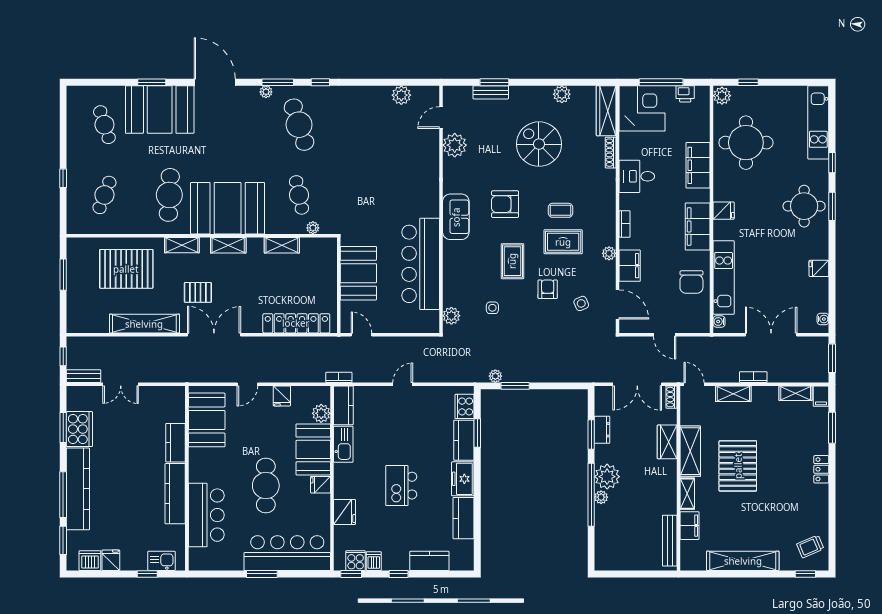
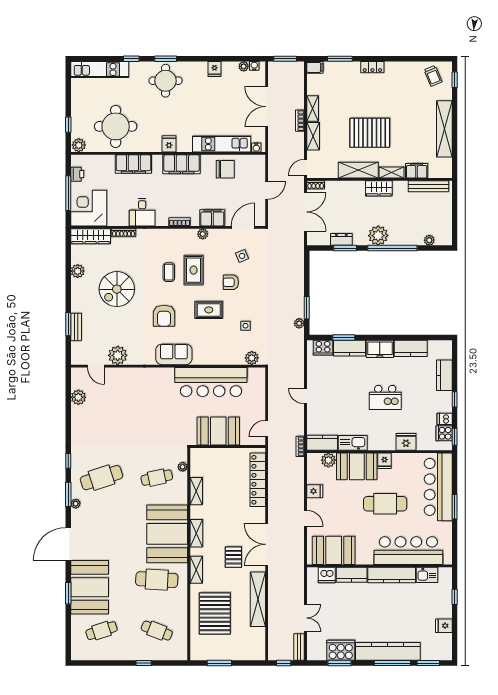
plant: (822, 305) -> (244, 66), added
shelving: (796, 393) -> (313, 109), moved
wardrobe: (667, 442) -> (379, 188), moved
plant: (601, 497) -> (429, 240), moved
bar counter: (206, 515) -> (408, 551), width x1.36
dishwasher: (90, 561) -> (327, 575), moved, turned -90
kitchen sink: (161, 561) -> (427, 575), moved, turned -90

